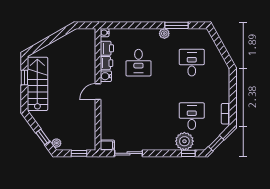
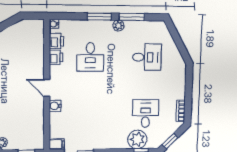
window: (146, 25) -> (99, 17), added
desk: (192, 63) -> (147, 57), turned 90
water cooler: (106, 76) -> (55, 106), moved
door: (98, 92) -> (47, 88), hinge flipped

